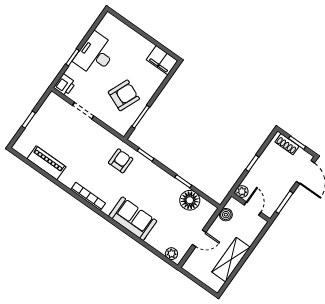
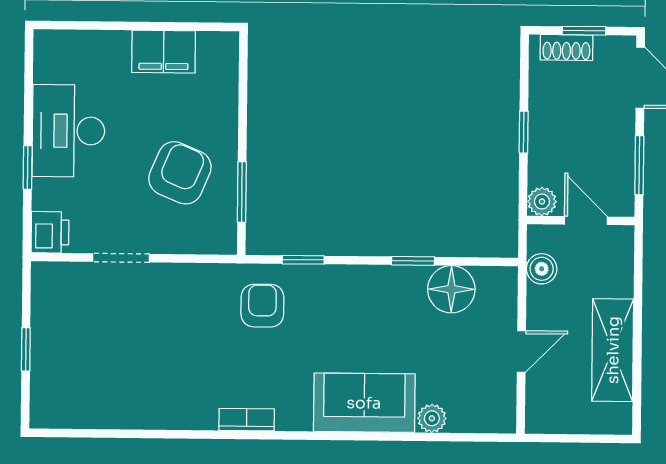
filing cabinet: (162, 60) -> (164, 52), moved
piano: (46, 163) -> (119, 410), removed
bookcase: (88, 196) -> (247, 420), width x0.64
plant: (171, 254) -> (432, 418), moved

